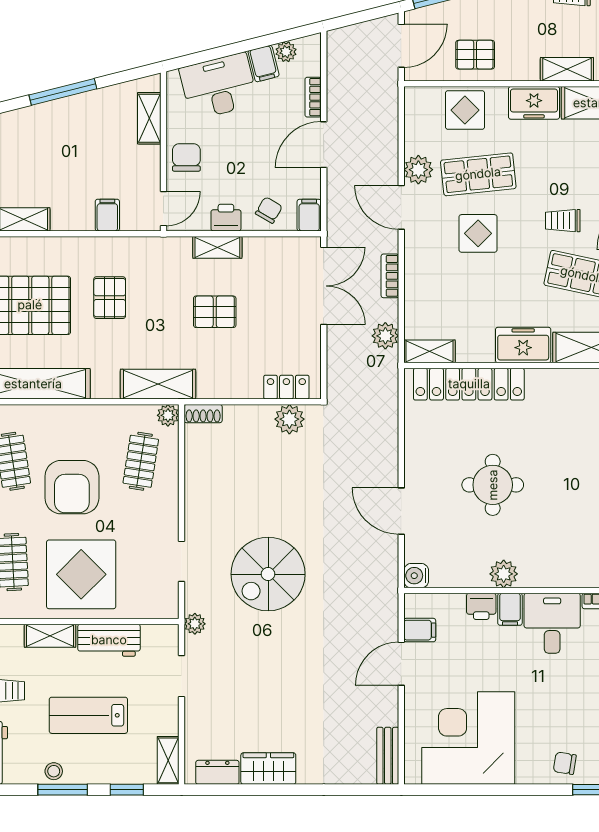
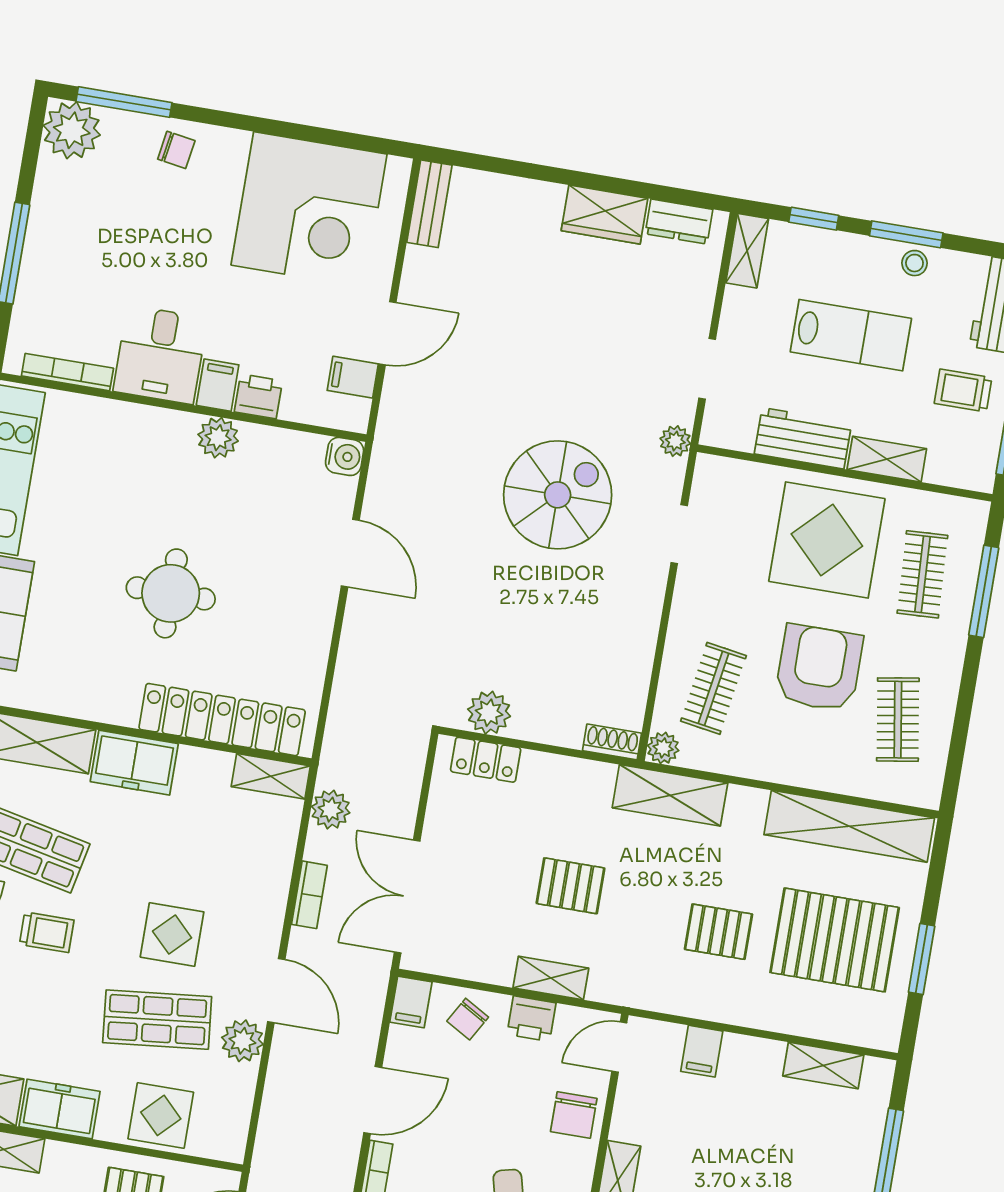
pallet: (110, 298) -> (718, 932), turned 90
round table: (493, 485) -> (171, 593), moved

